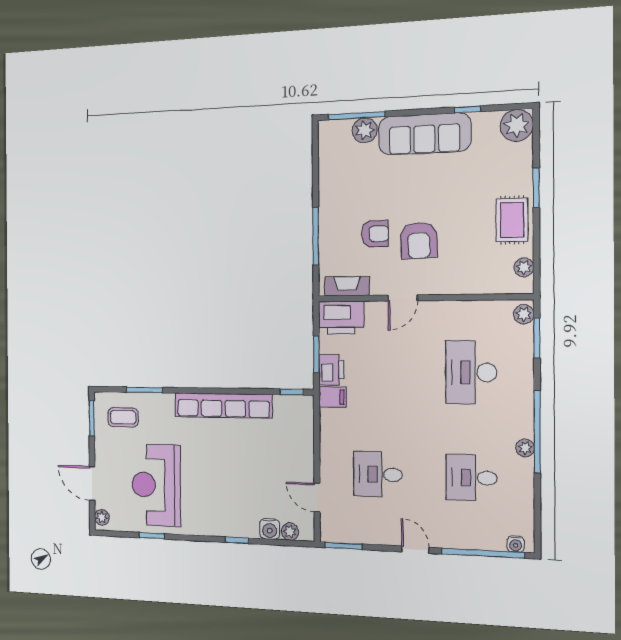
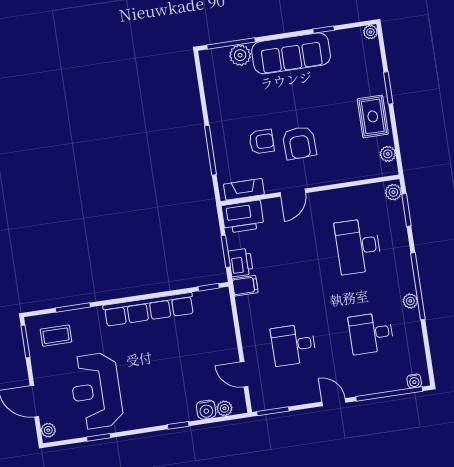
plant: (517, 125) -> (370, 32), width x0.53, depth x0.53

